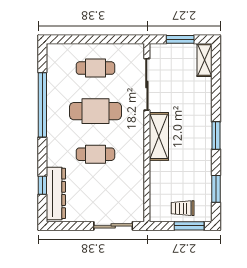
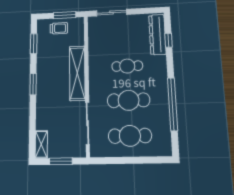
cafe table: (95, 68) -> (130, 136), width x1.37, depth x1.35
shelving: (159, 136) -> (77, 73), width x1.47
window: (189, 226) -> (65, 15), moved

